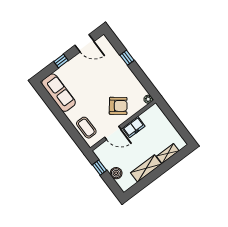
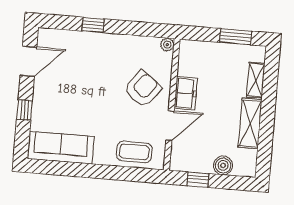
window: (179, 127) -> (236, 37), added

